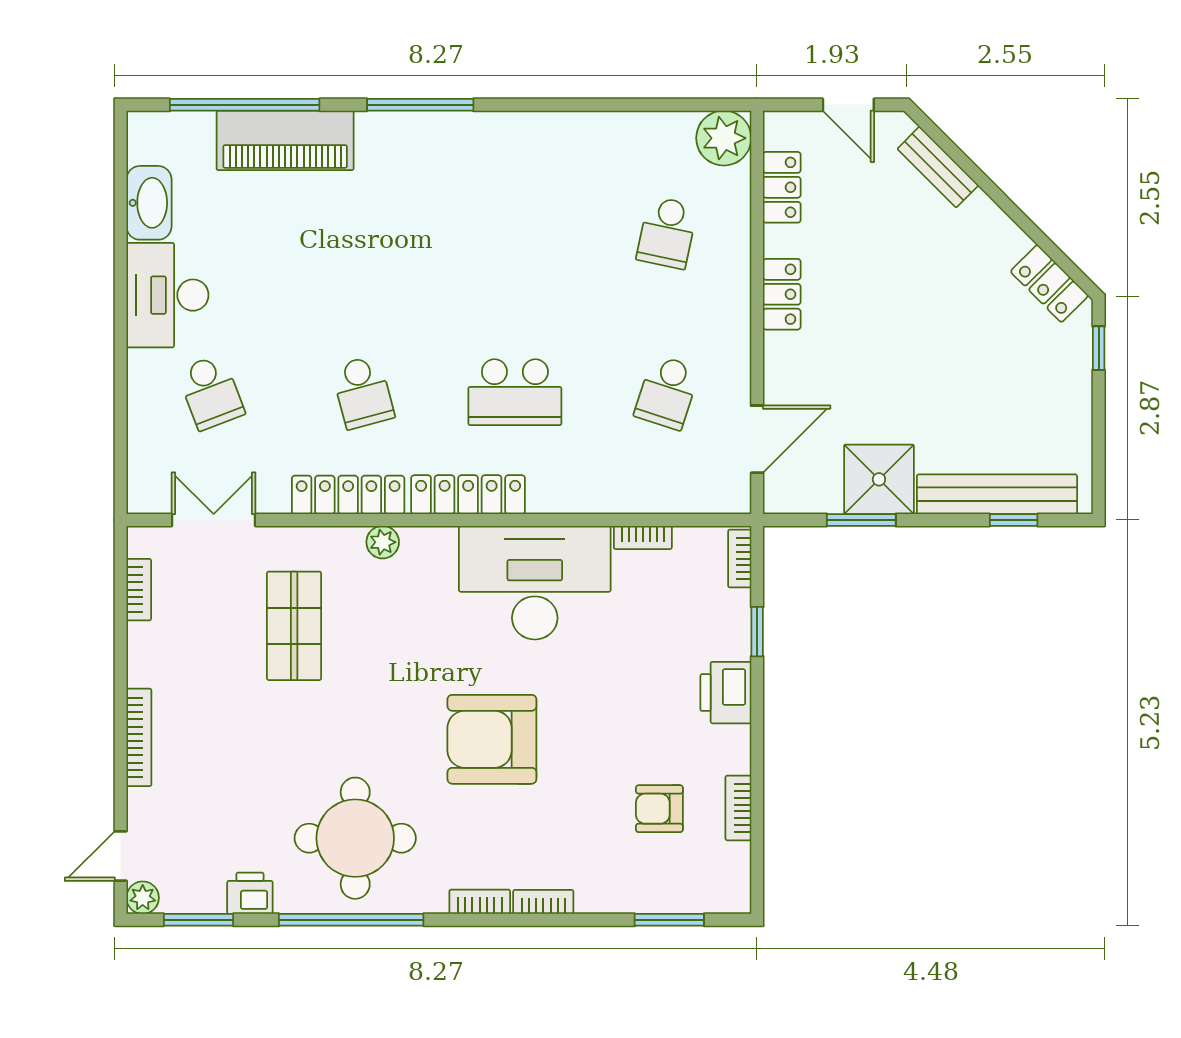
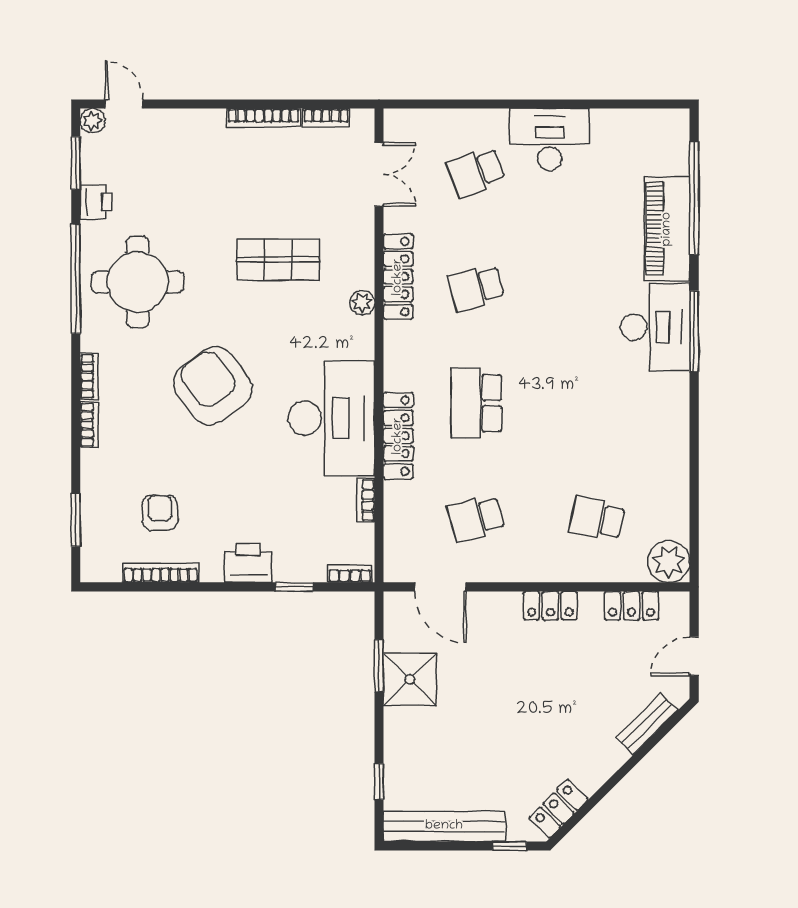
desk: (415, 156) -> (655, 327), added
washbasin: (149, 203) -> (620, 125), removed
school desk: (667, 392) -> (476, 519), turned -33
bench: (997, 494) -> (444, 826), moved, turned 90
locker: (468, 495) -> (398, 436), moved
shop shelf: (294, 626) -> (278, 260), moved
bookcase: (139, 737) -> (264, 118), moved
armchair: (492, 739) -> (213, 386), turned -36
bookcase: (738, 808) -> (161, 573), width x1.56

